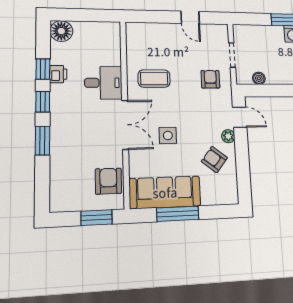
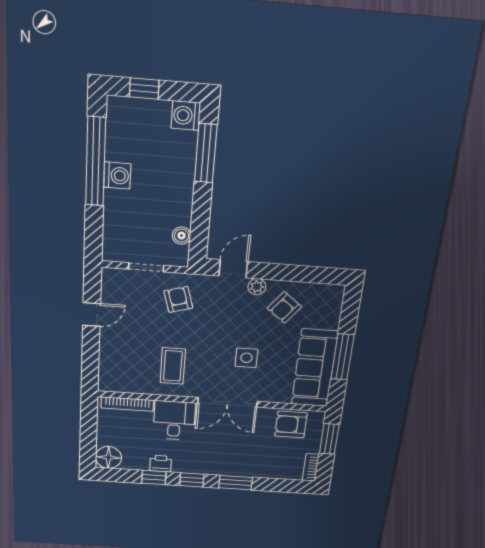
bookcase: (115, 45) -> (127, 404), added
armchair: (210, 79) -> (178, 299), turned 74
double door: (125, 125) -> (228, 402), swing flipped
bookcase: (64, 206) -> (311, 467), added

